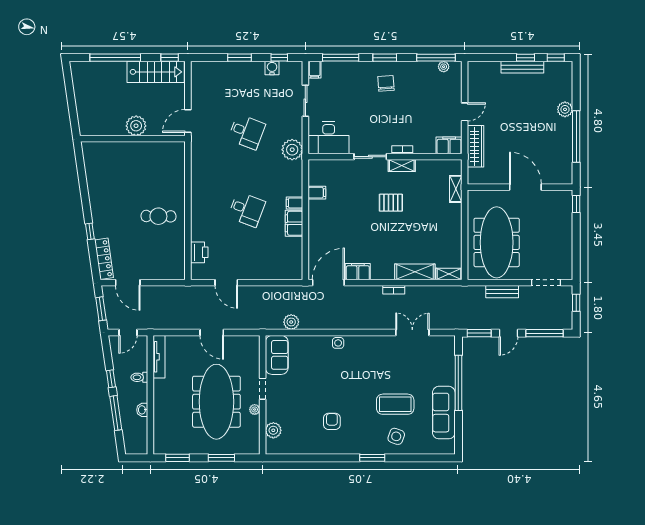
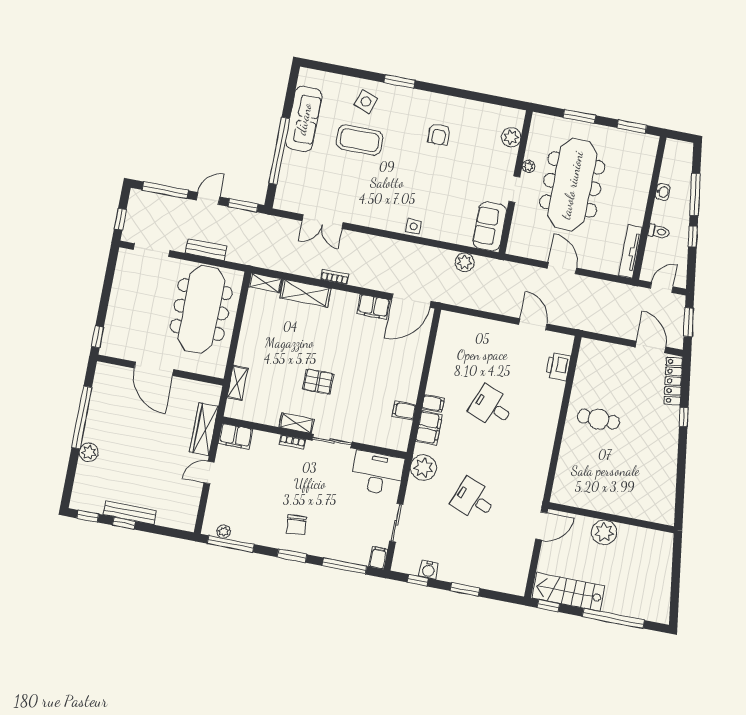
filing cabinet: (294, 223) -> (429, 428), moved

